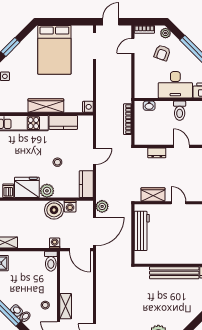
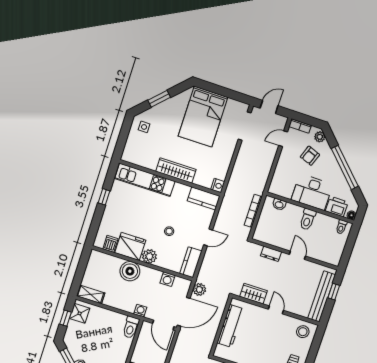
kitchen counter: (63, 122) -> (204, 198), moved
boiler: (54, 210) -> (130, 271), moved

